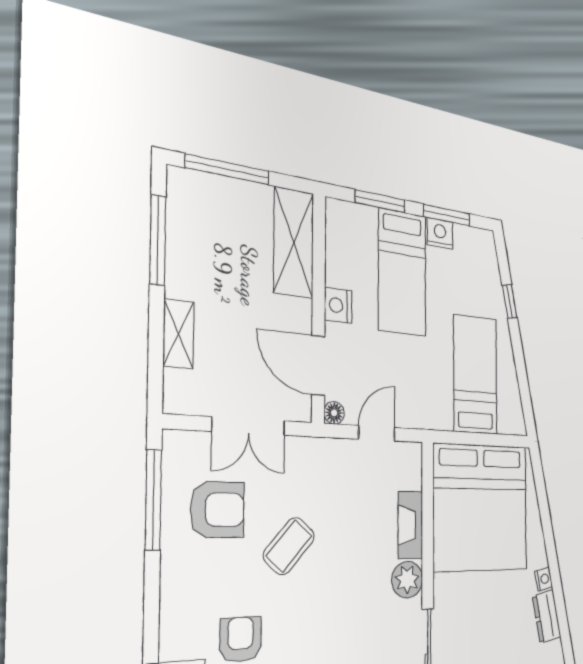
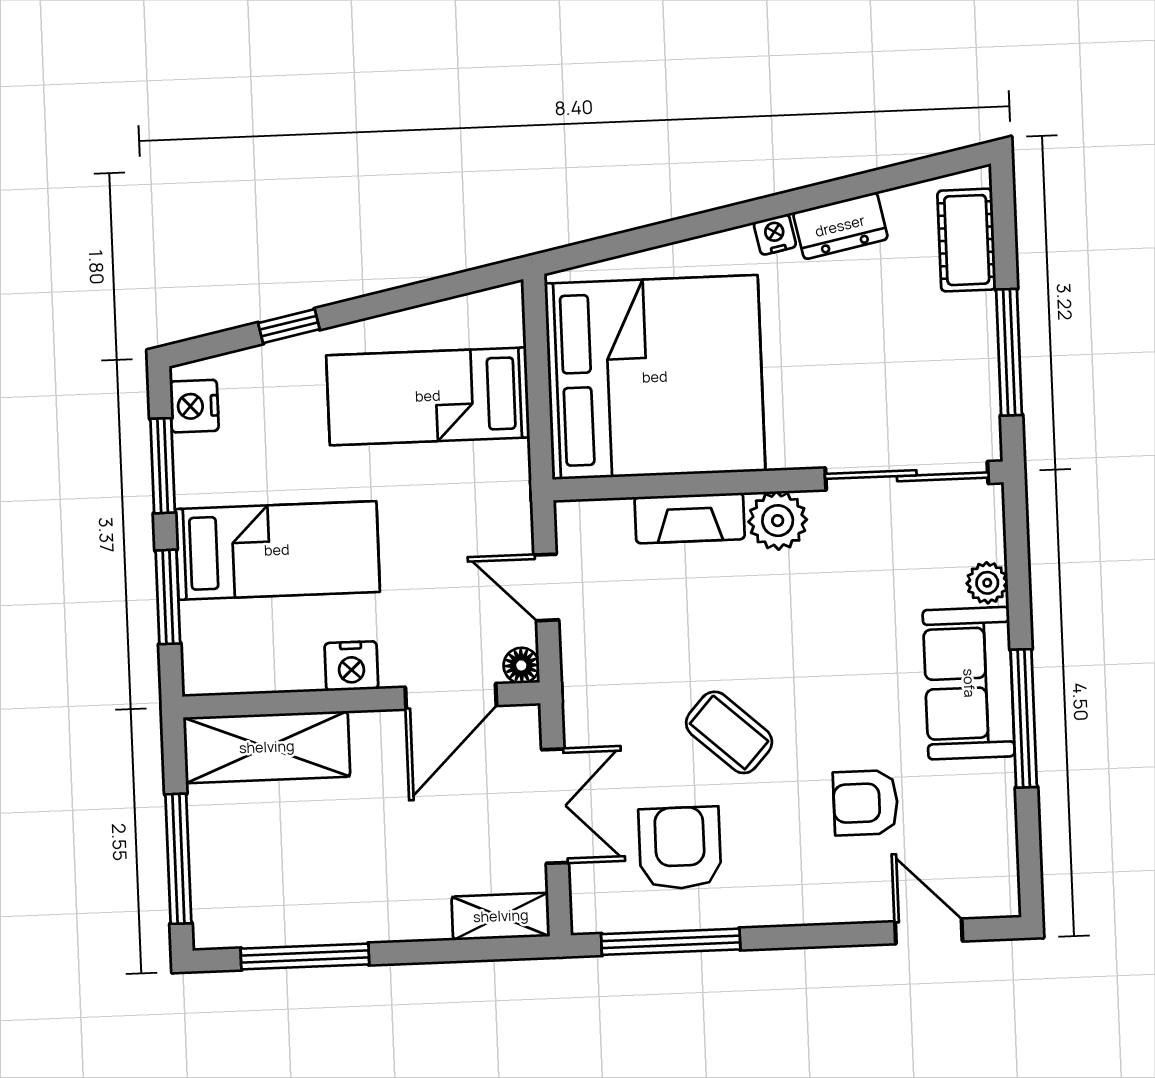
nightstand: (440, 233) -> (194, 406), moved
shelving: (179, 334) -> (501, 916), moved

